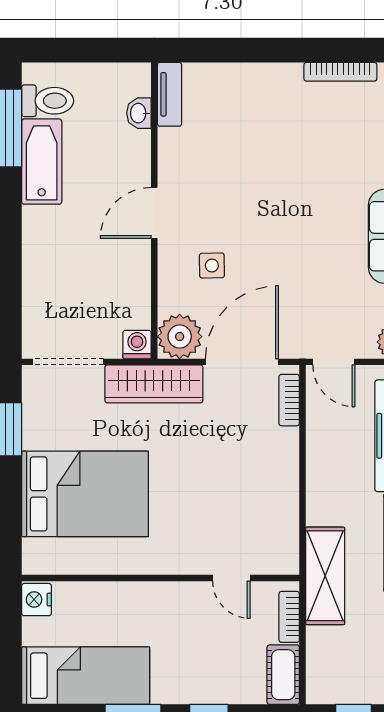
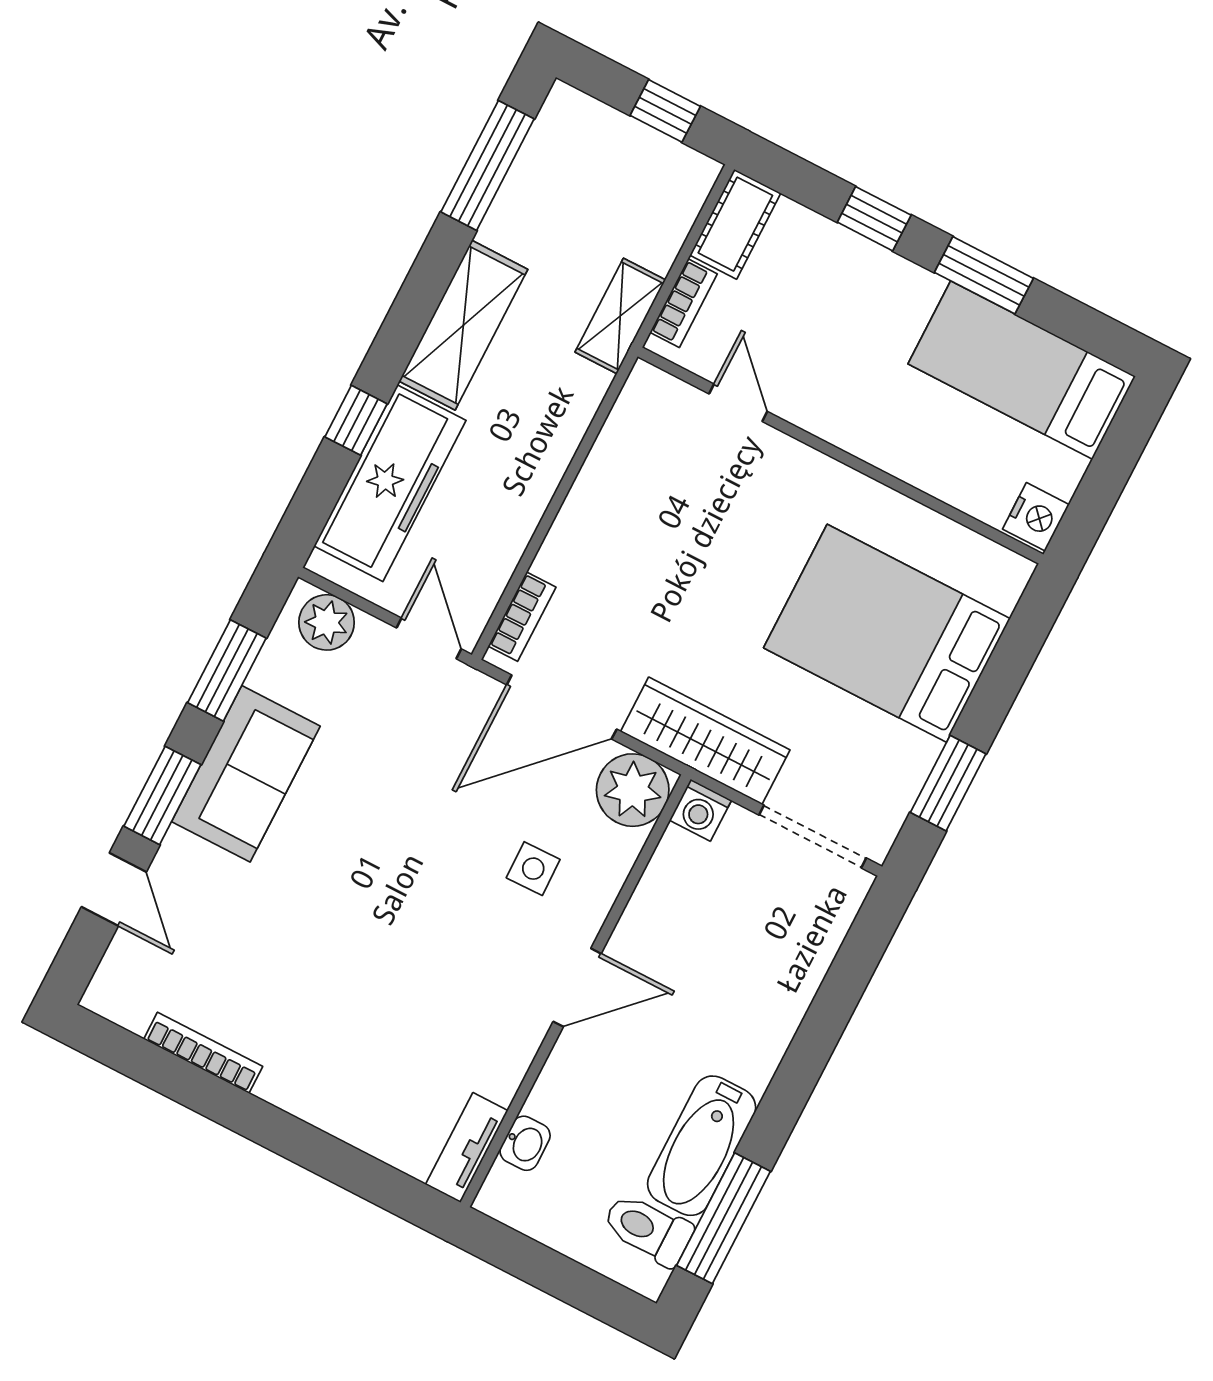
shelving: (325, 576) -> (620, 316), width x0.67, depth x0.75

